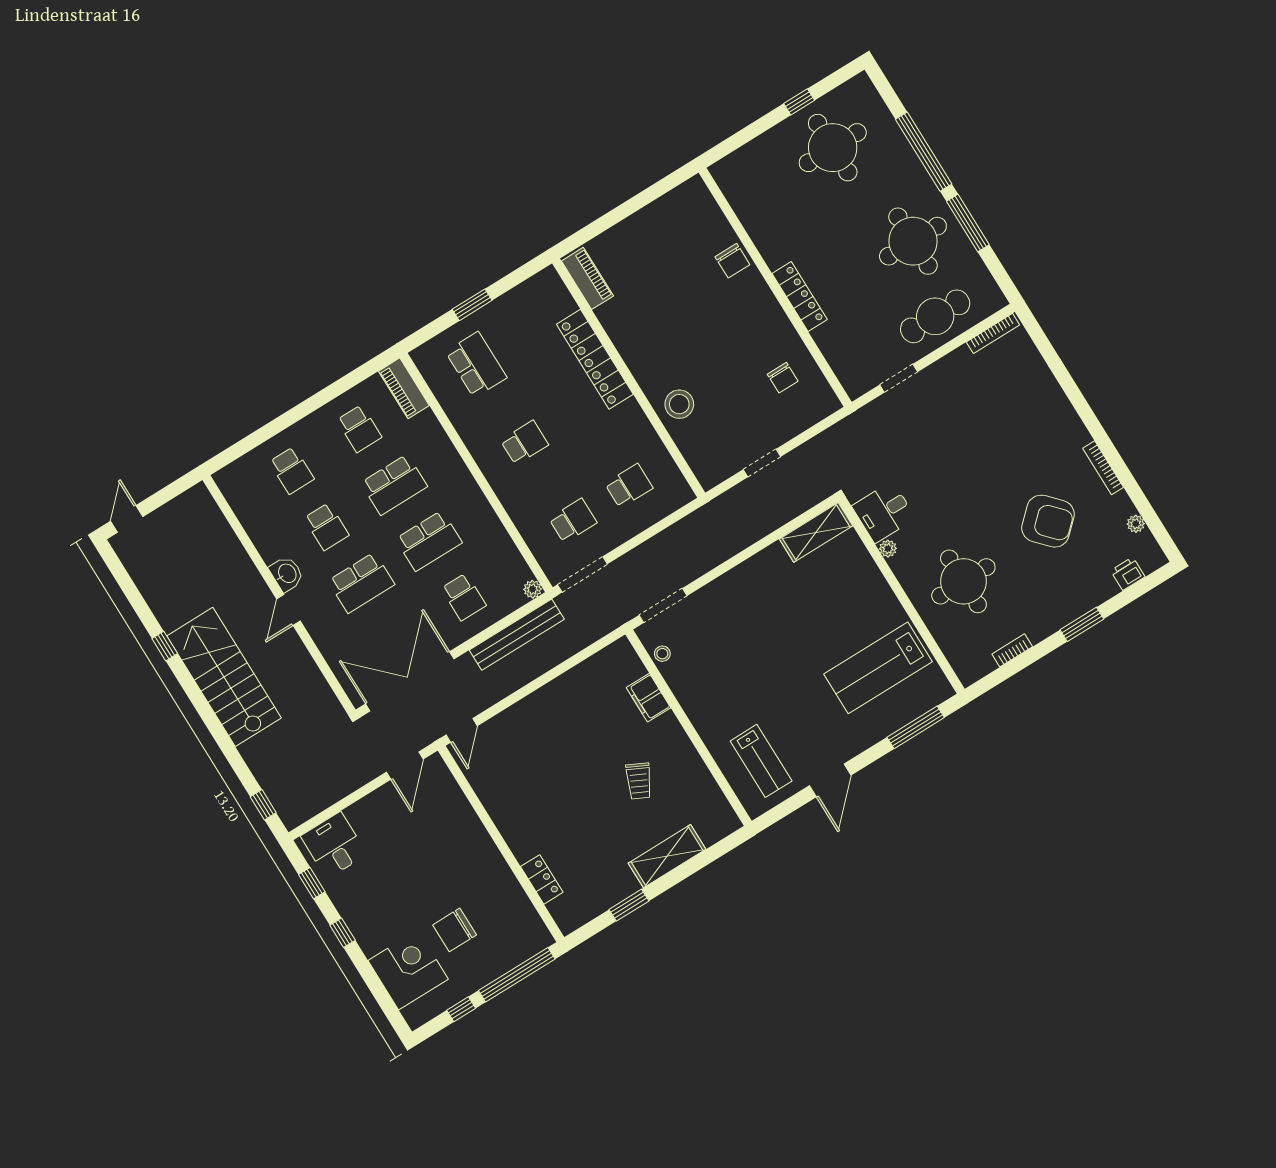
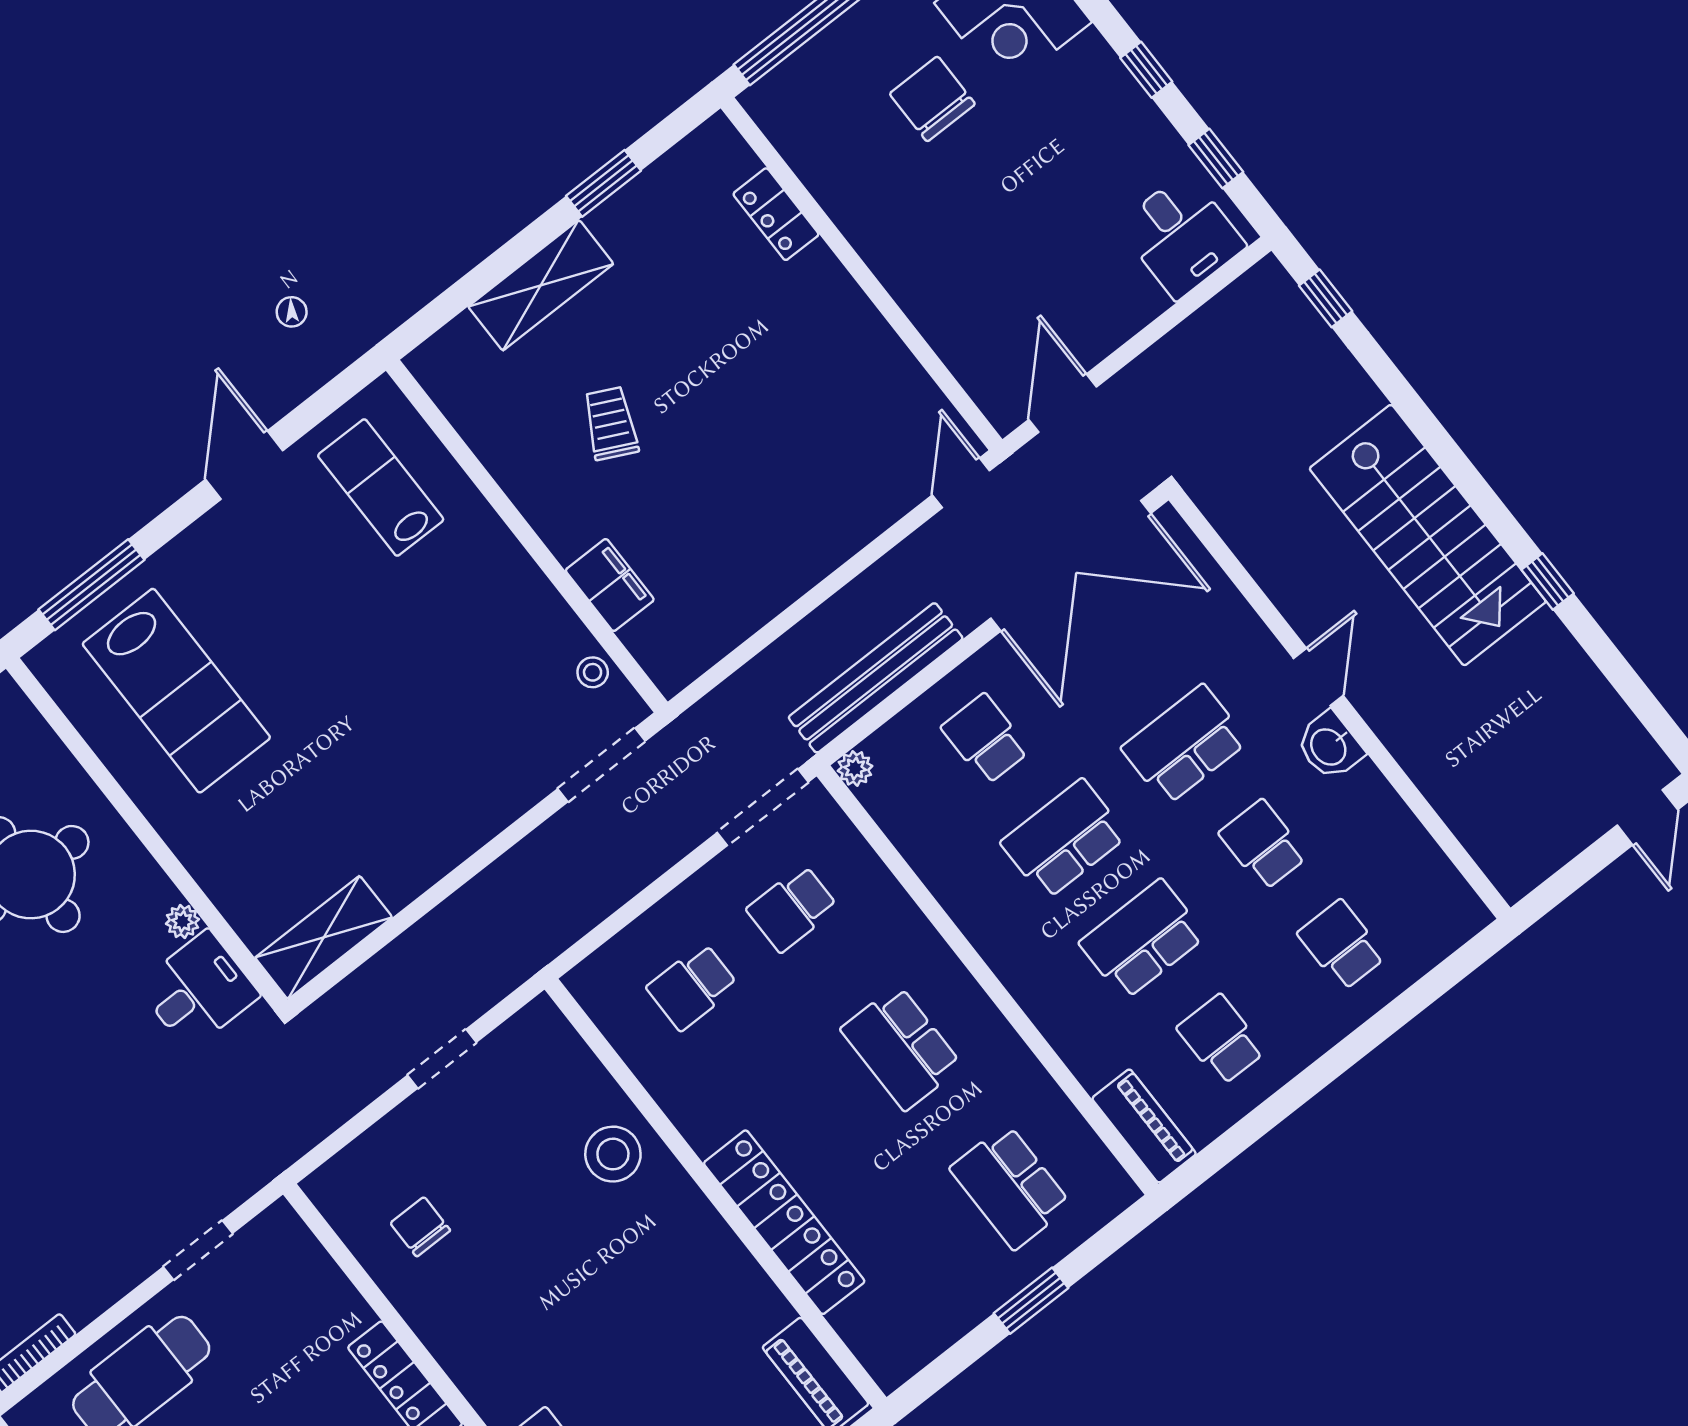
school desk: (524, 443) -> (901, 1048), width x1.85
lab bench: (878, 668) -> (176, 691), turned 90
chair: (455, 930) -> (932, 99), turned -90

